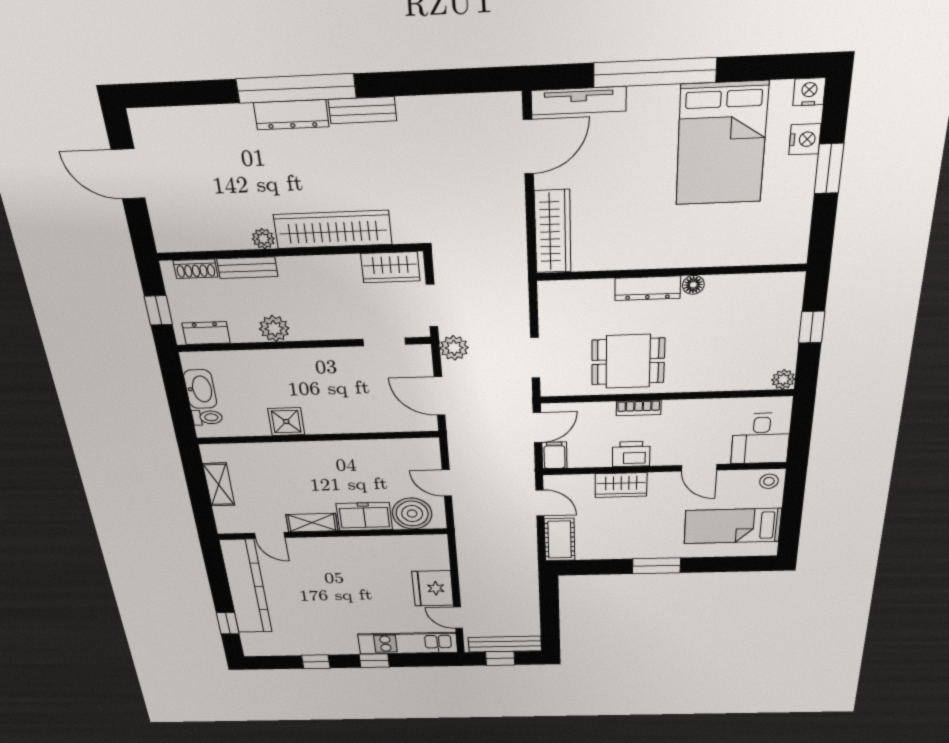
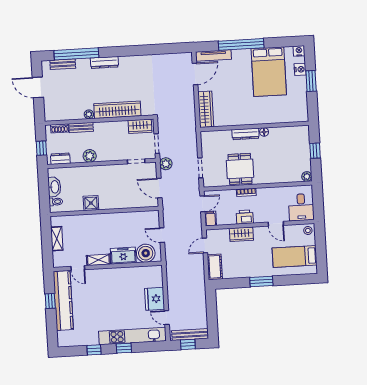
window: (296, 88) -> (76, 54), moved
bench: (362, 110) -> (63, 64), moved
dining table: (628, 361) -> (240, 169), turned 90
door: (540, 503) -> (205, 245), swing flipped
window: (228, 623) -> (50, 301), moved
kitchen unit: (408, 643) -> (132, 336), width x1.36

